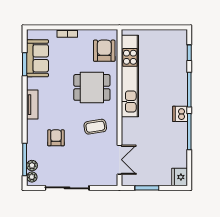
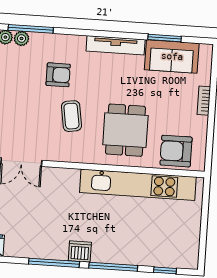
armchair: (104, 51) -> (176, 151), turned 180
tv unit: (32, 105) -> (116, 45), width x1.41
coffee table: (95, 127) -> (71, 116), moved

